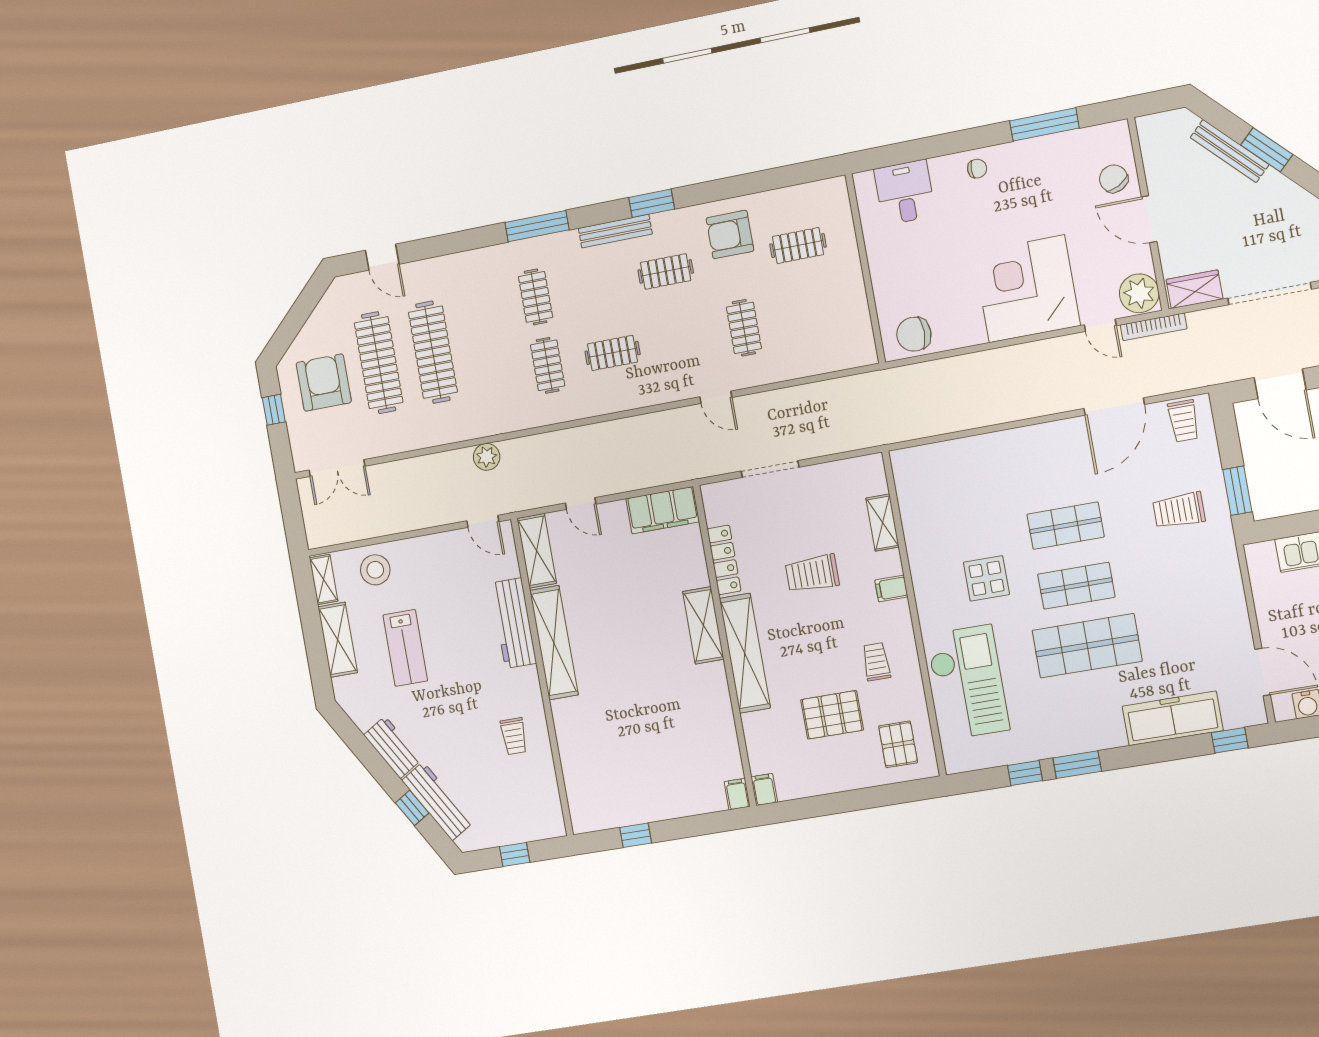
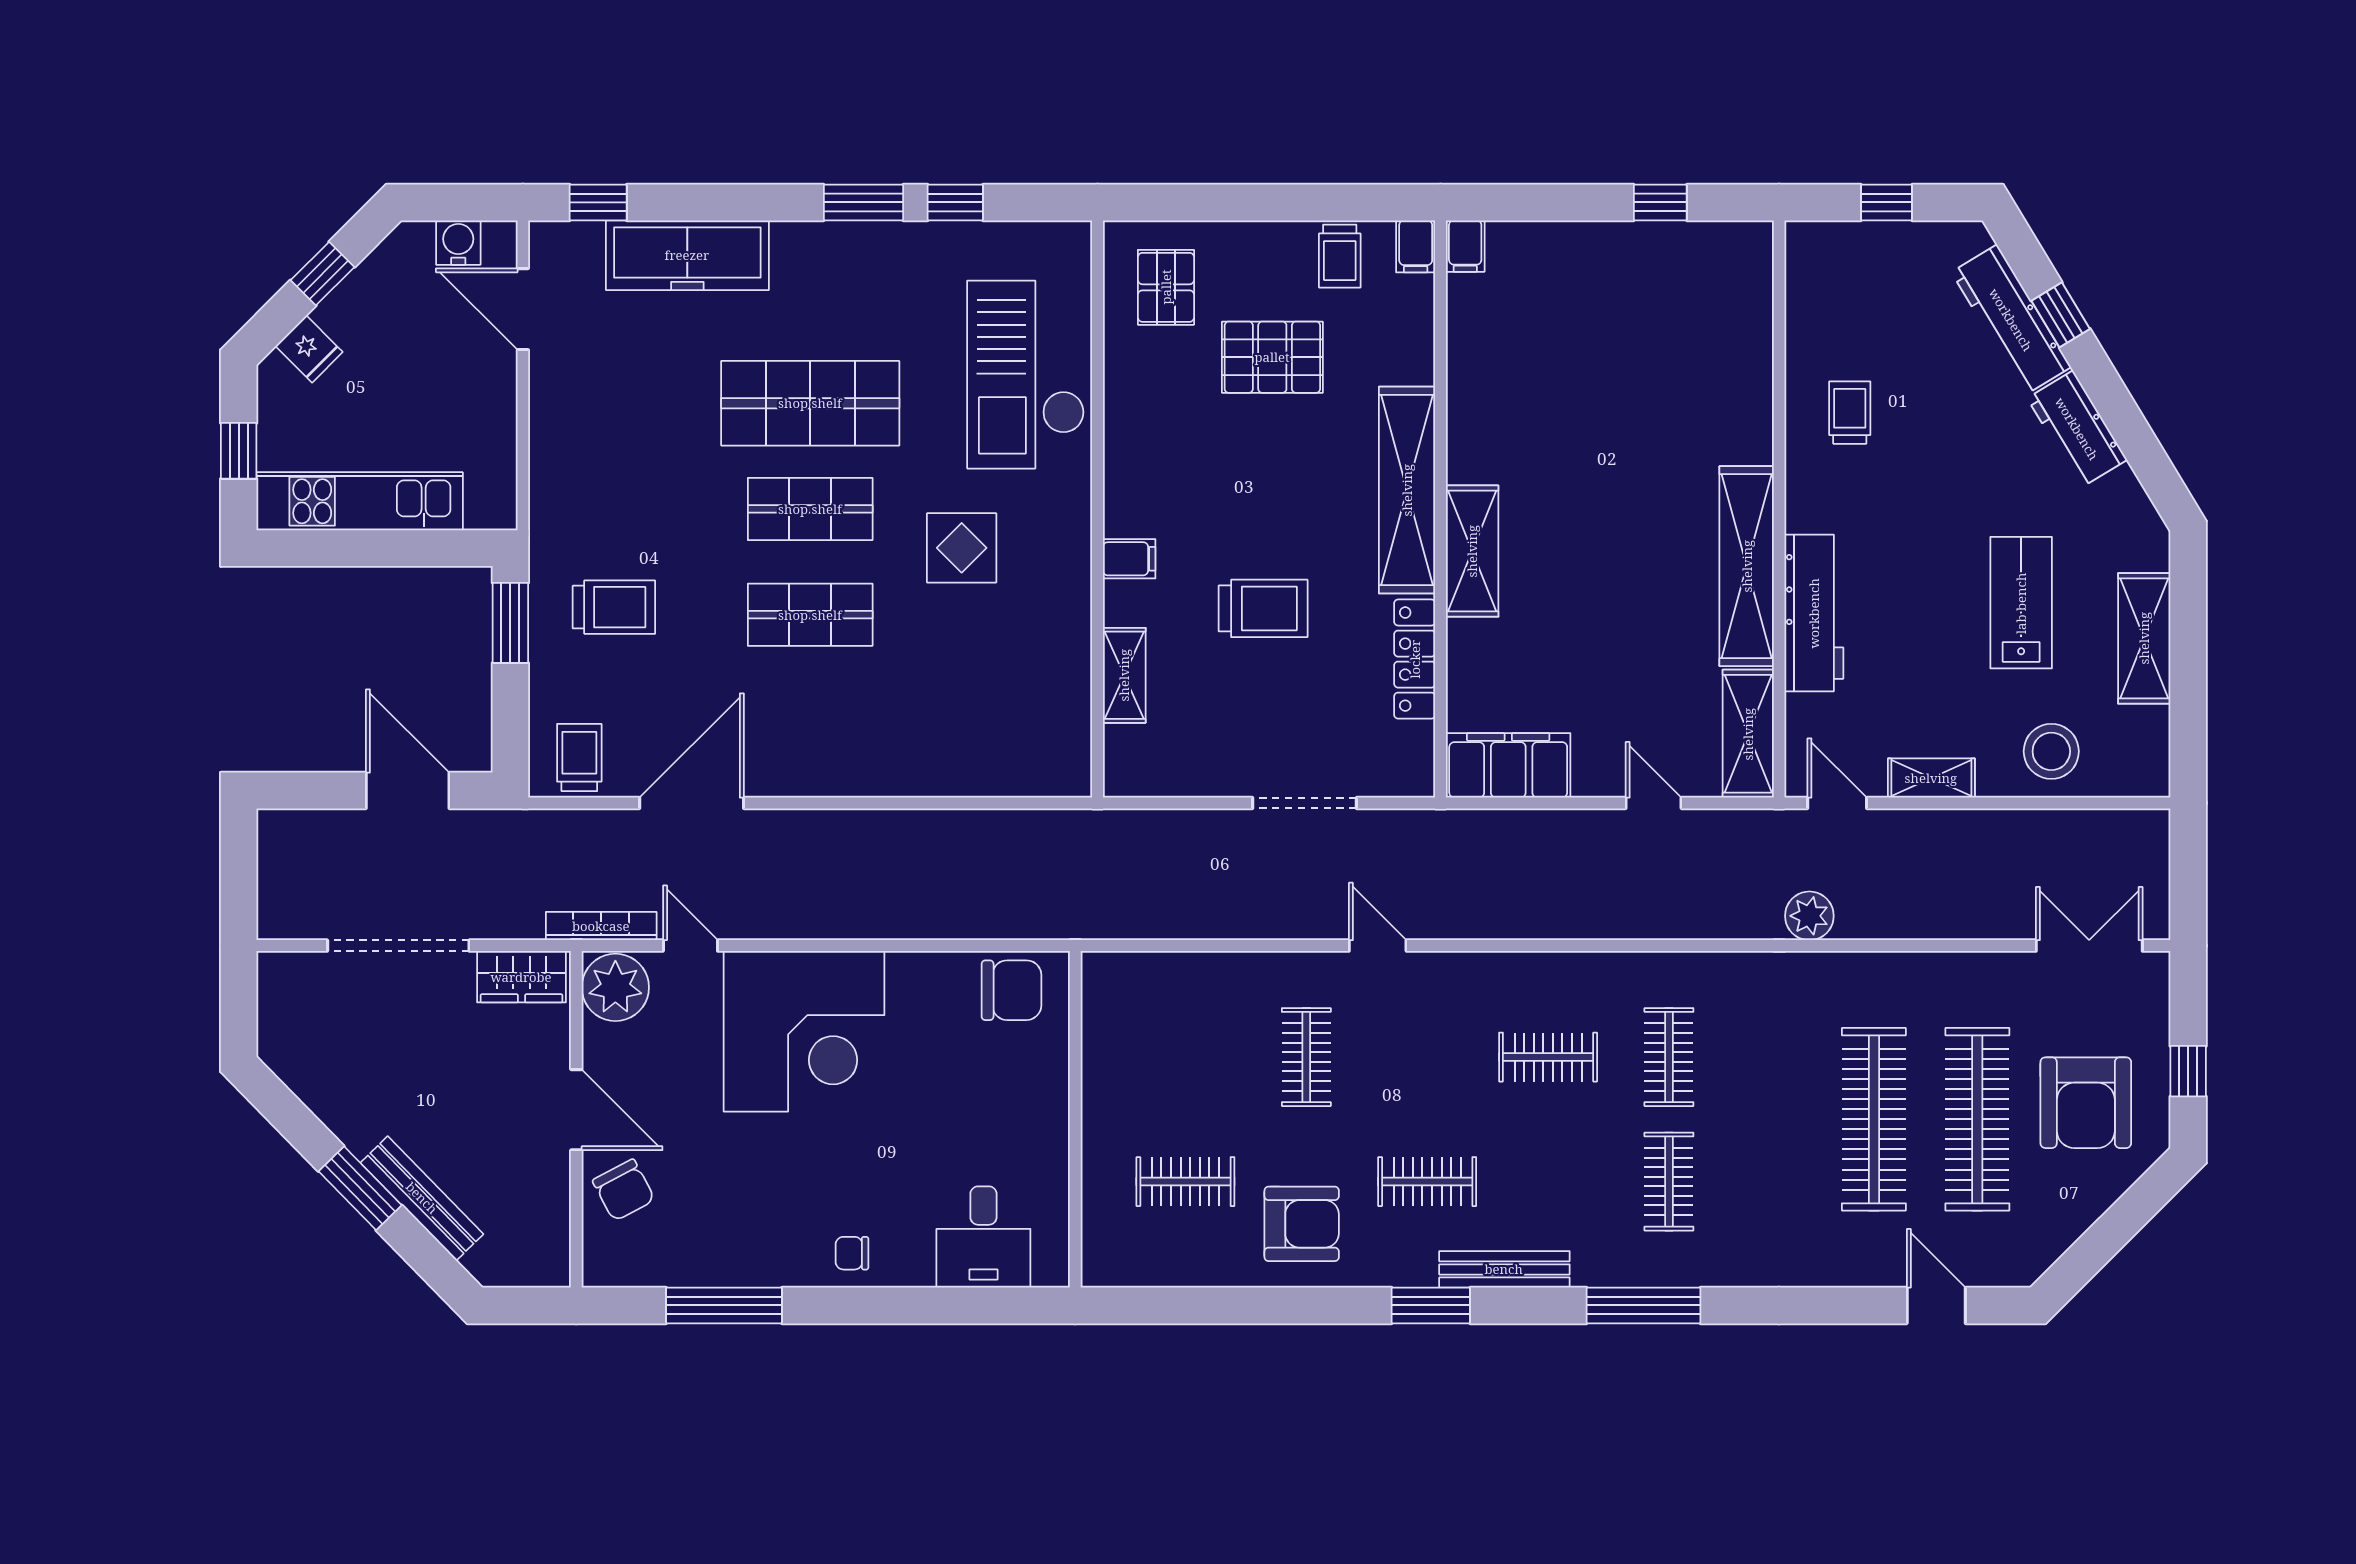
shelving: (324, 579) -> (1931, 778), moved, turned 90
trolley: (876, 662) -> (1340, 256), moved

